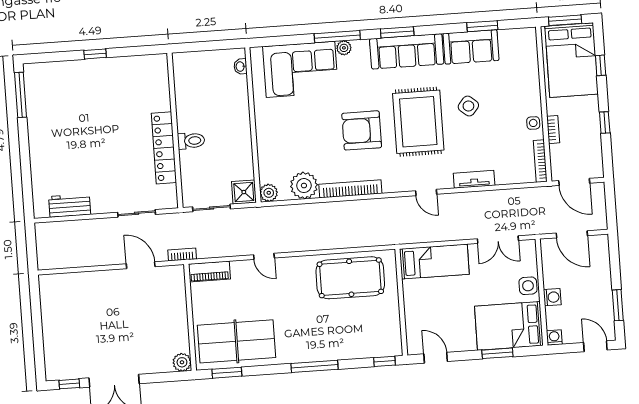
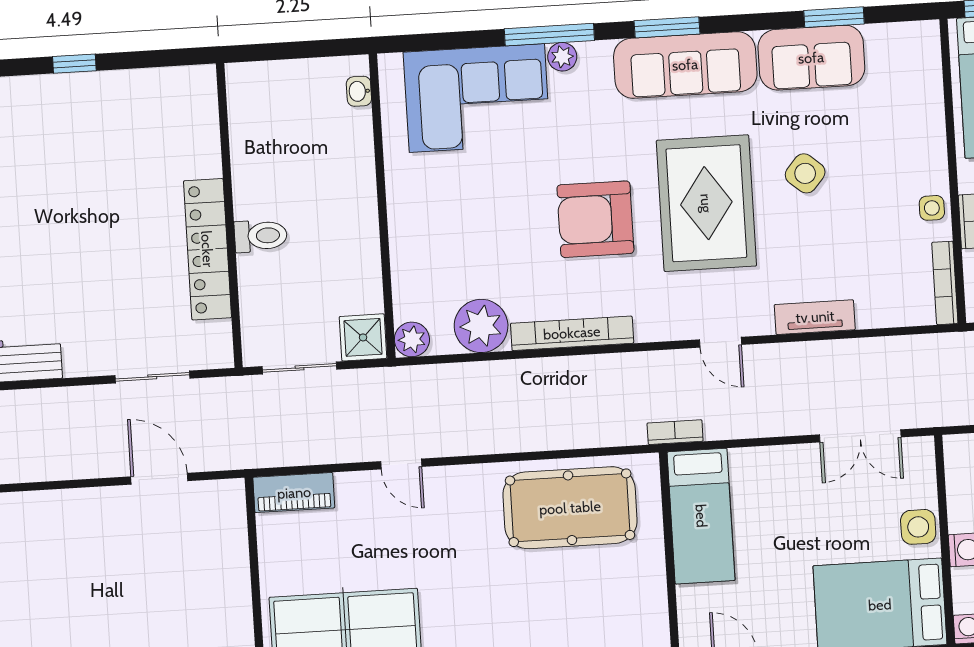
bookcase: (182, 255) -> (675, 432), moved
bed: (434, 262) -> (701, 516), moved, turned 90

